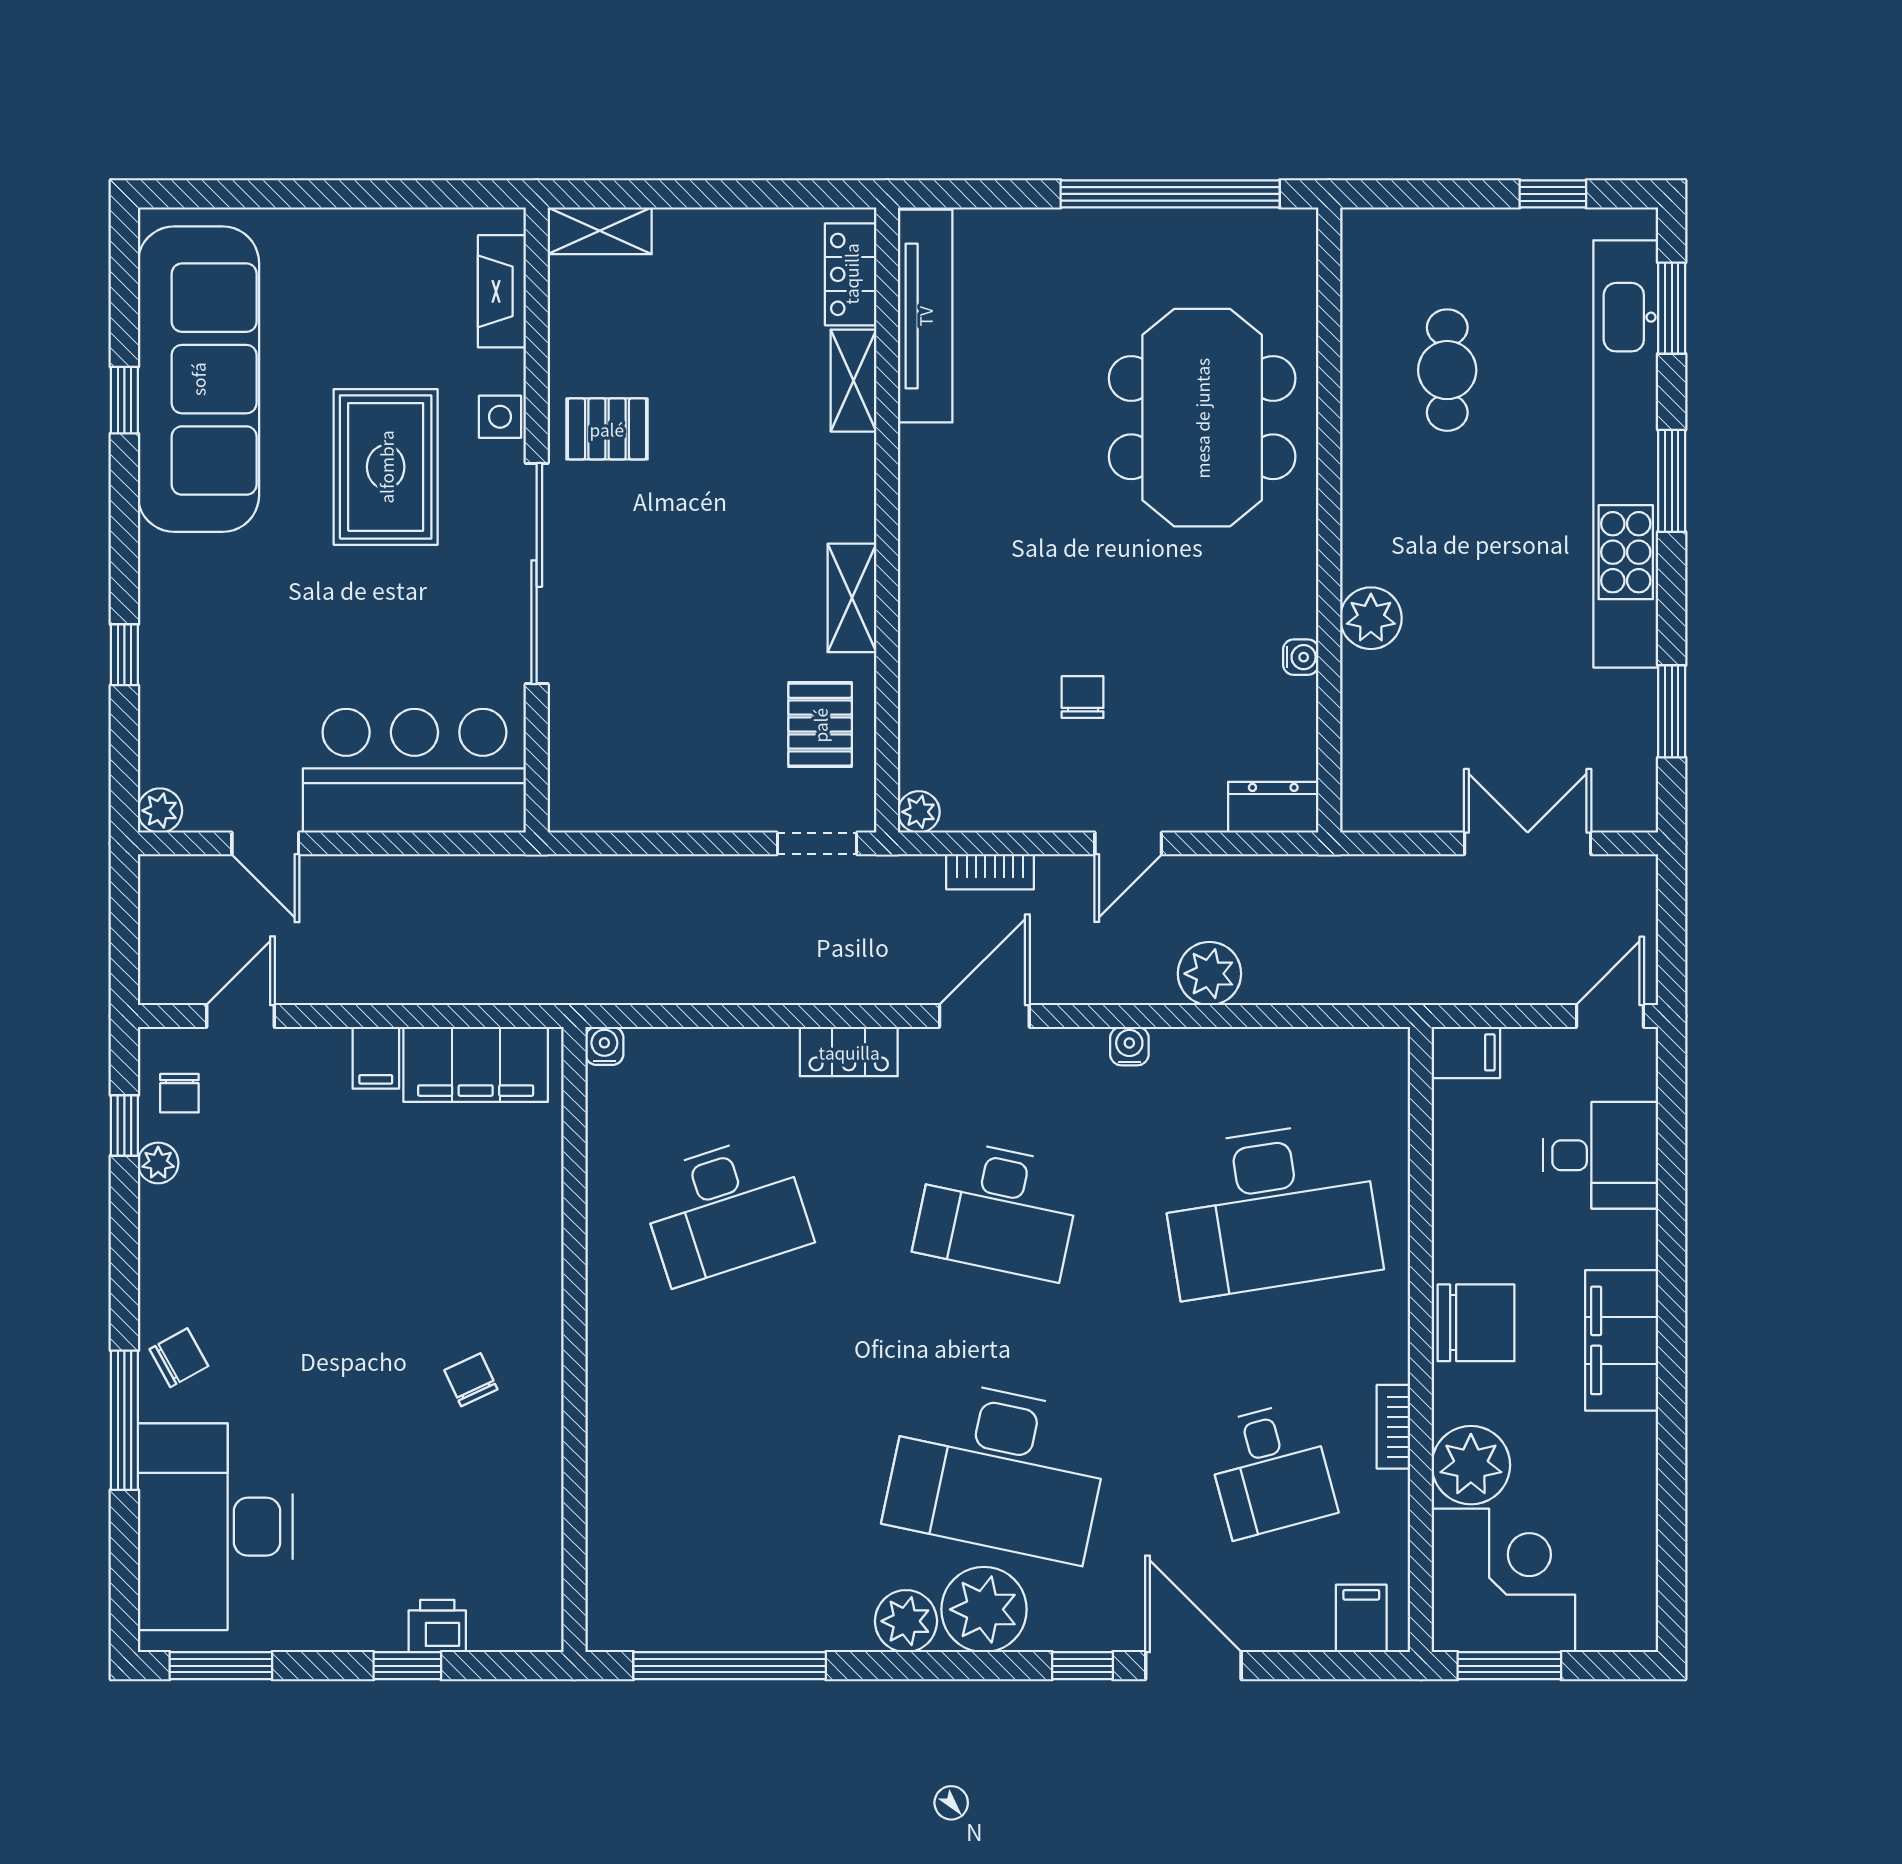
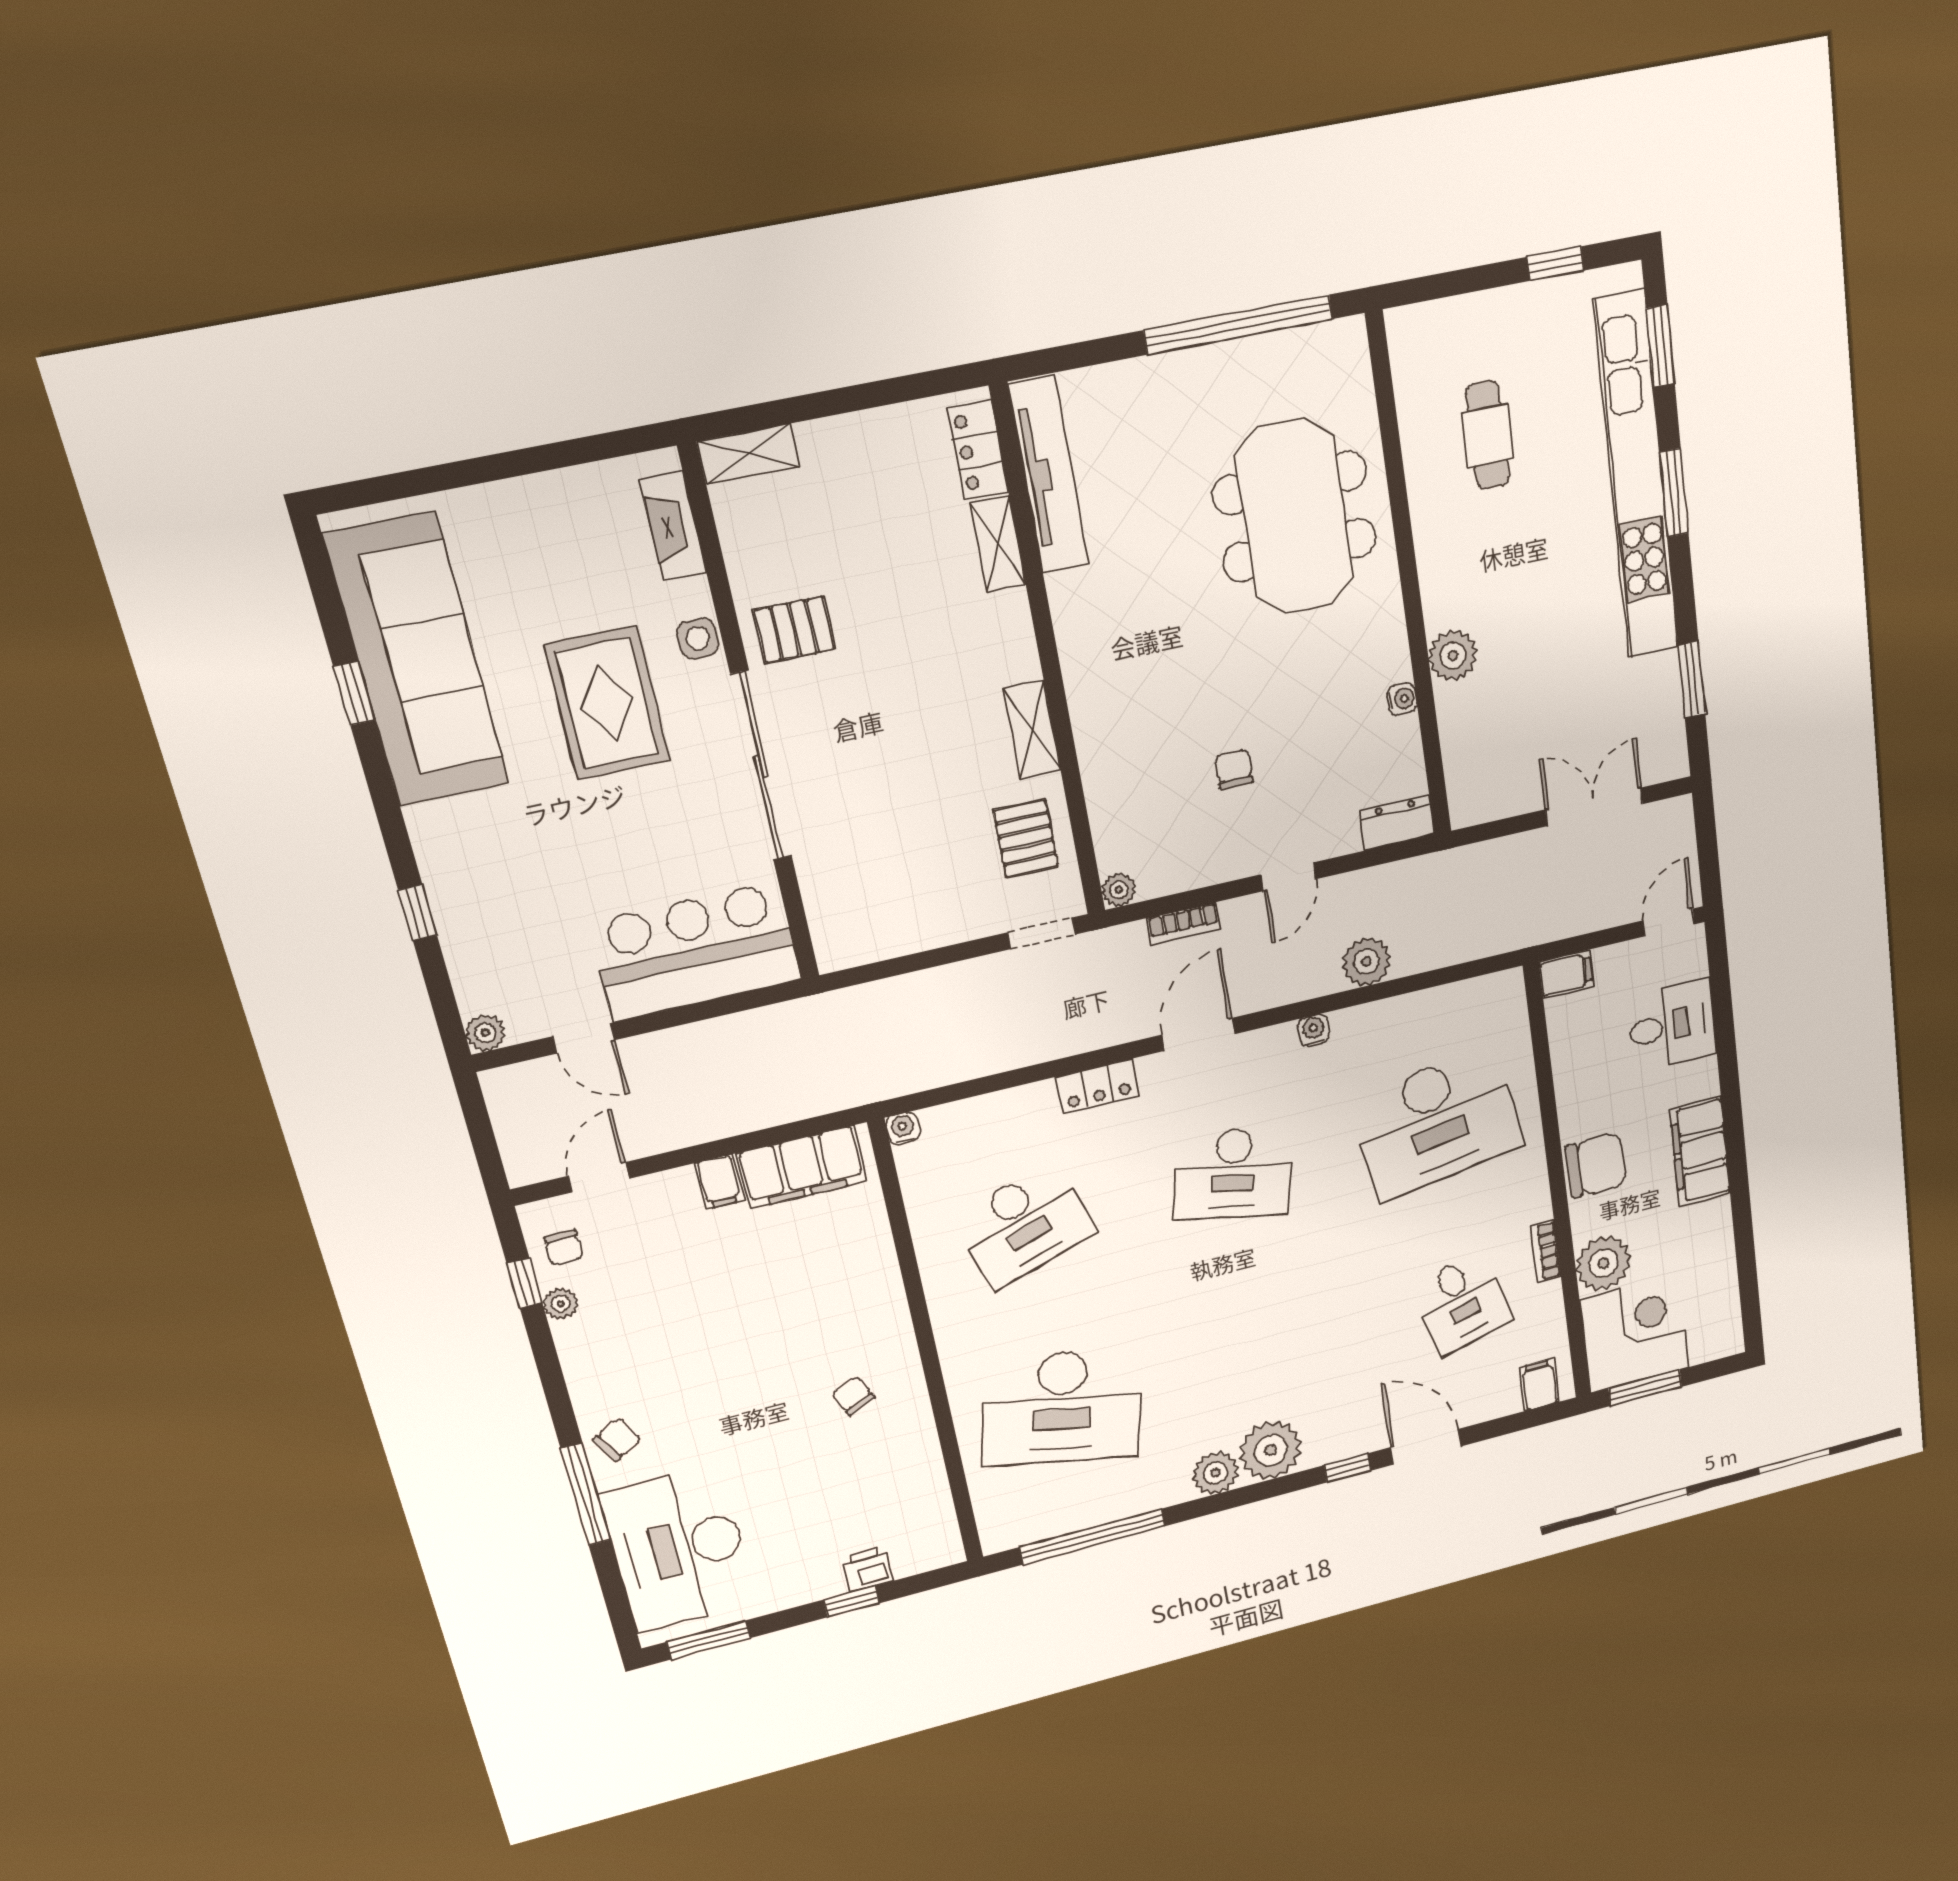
desk: (998, 1470) -> (1062, 1407), moved

